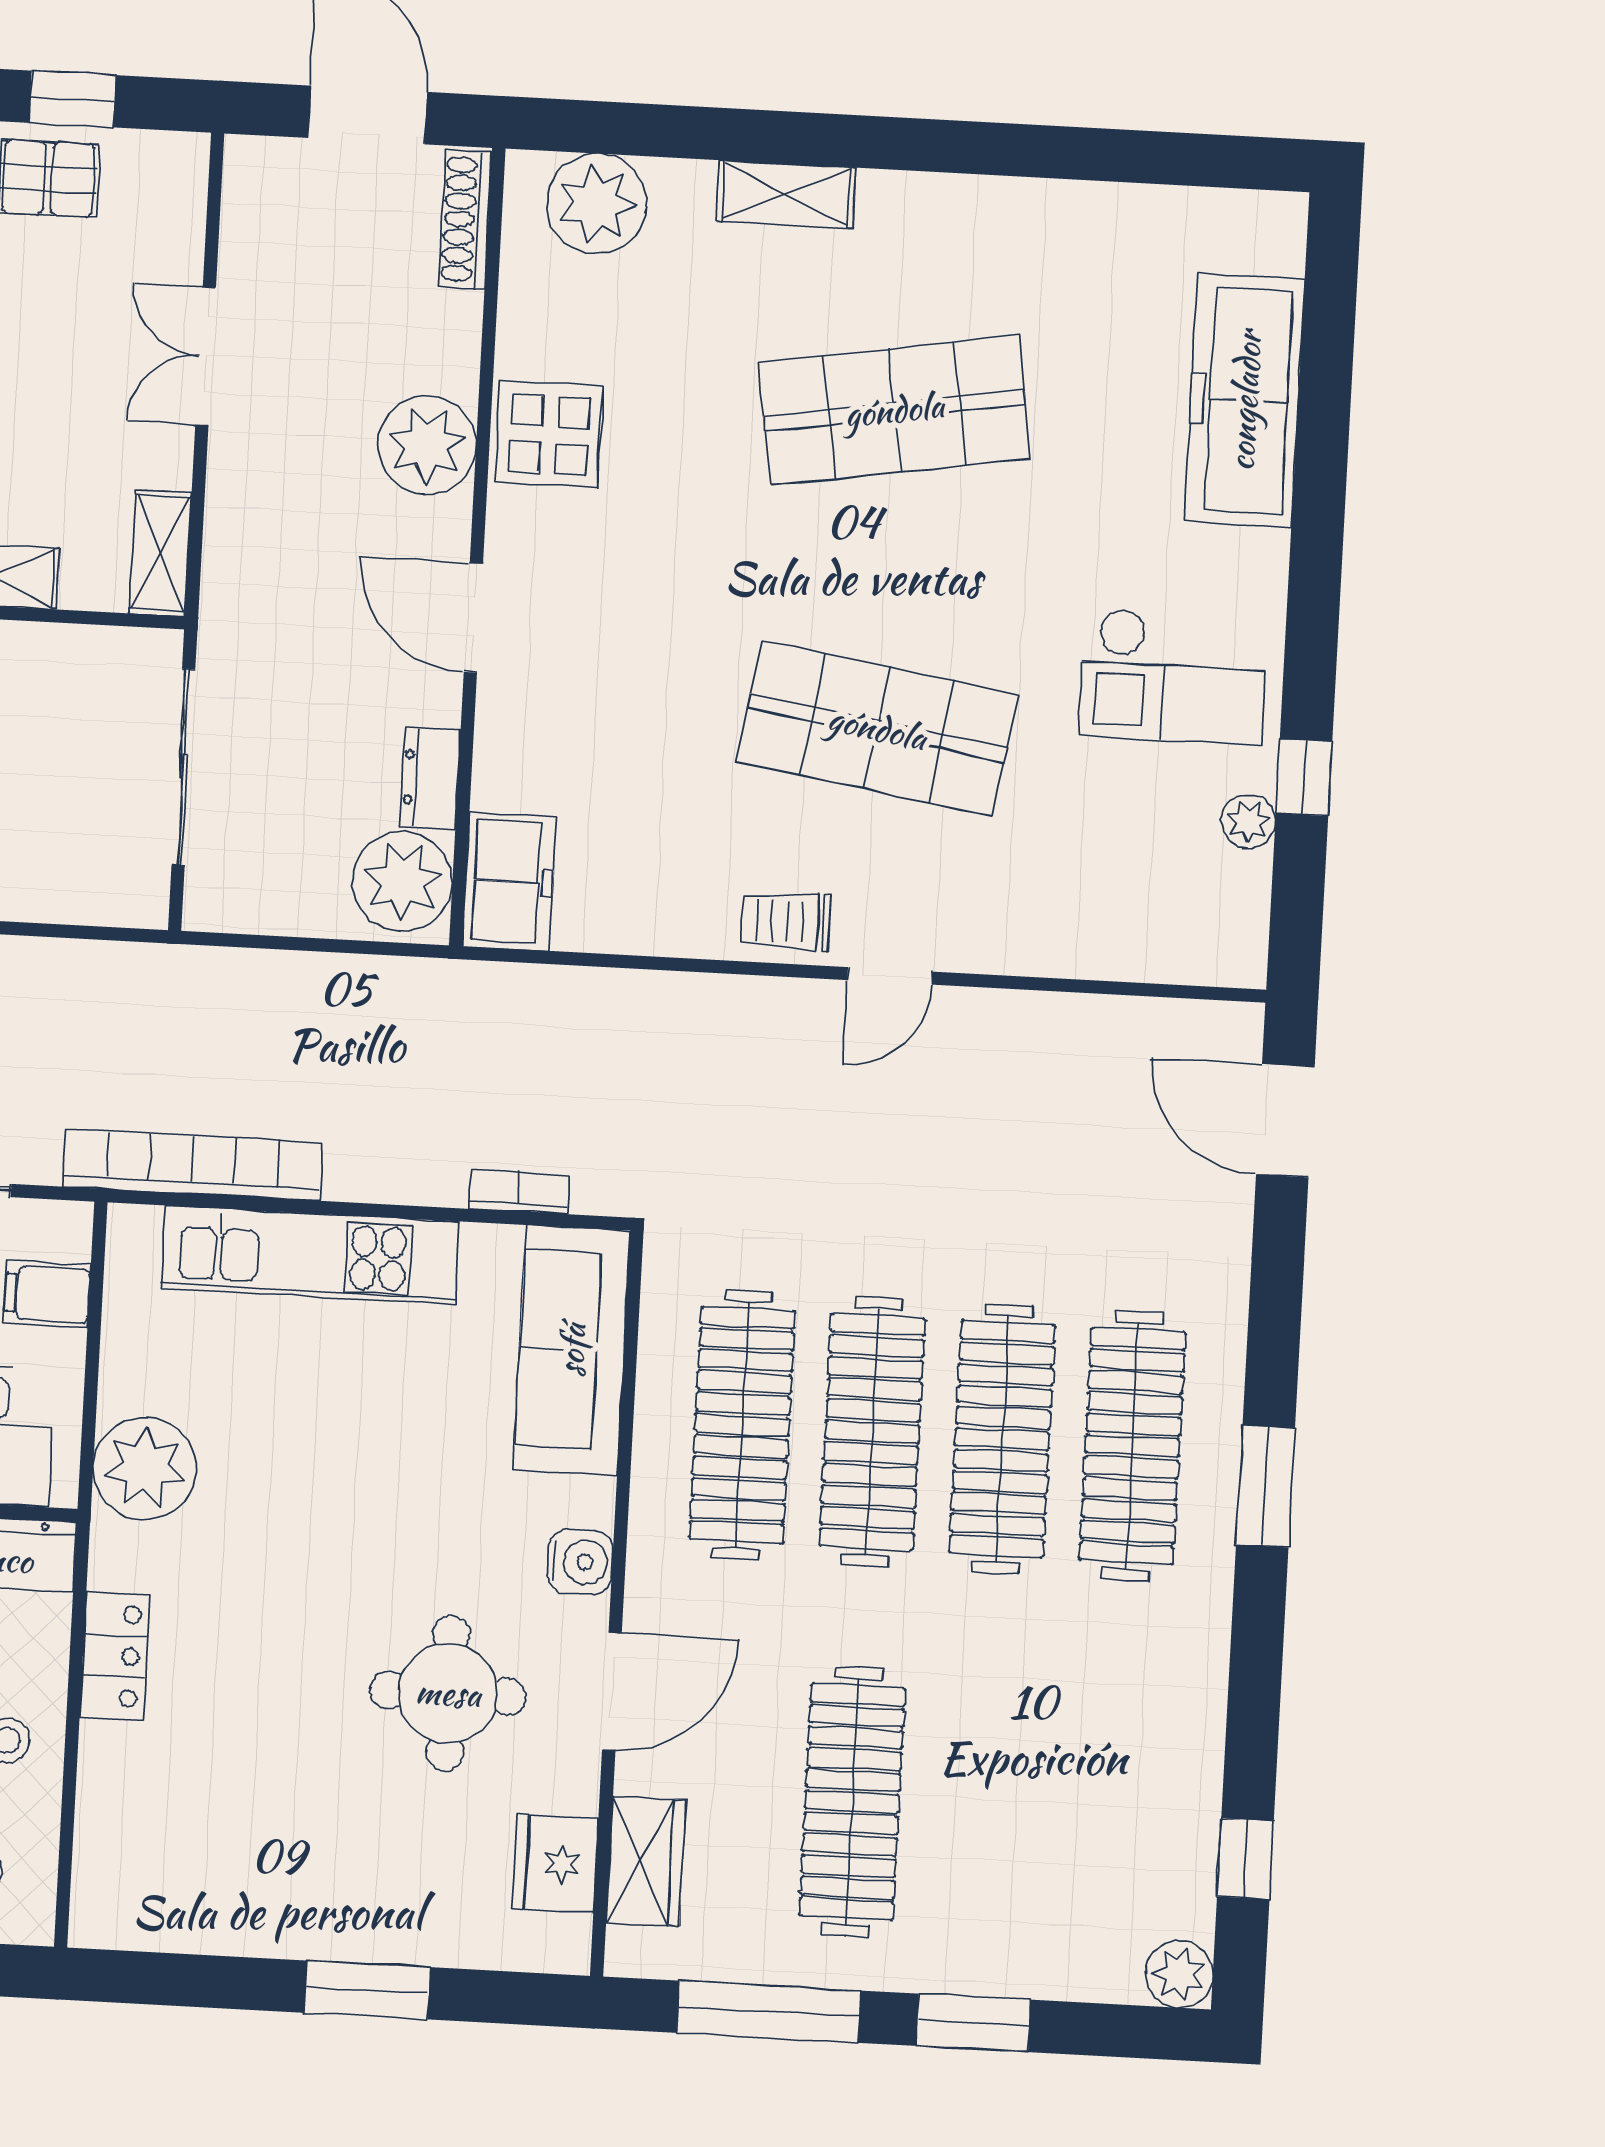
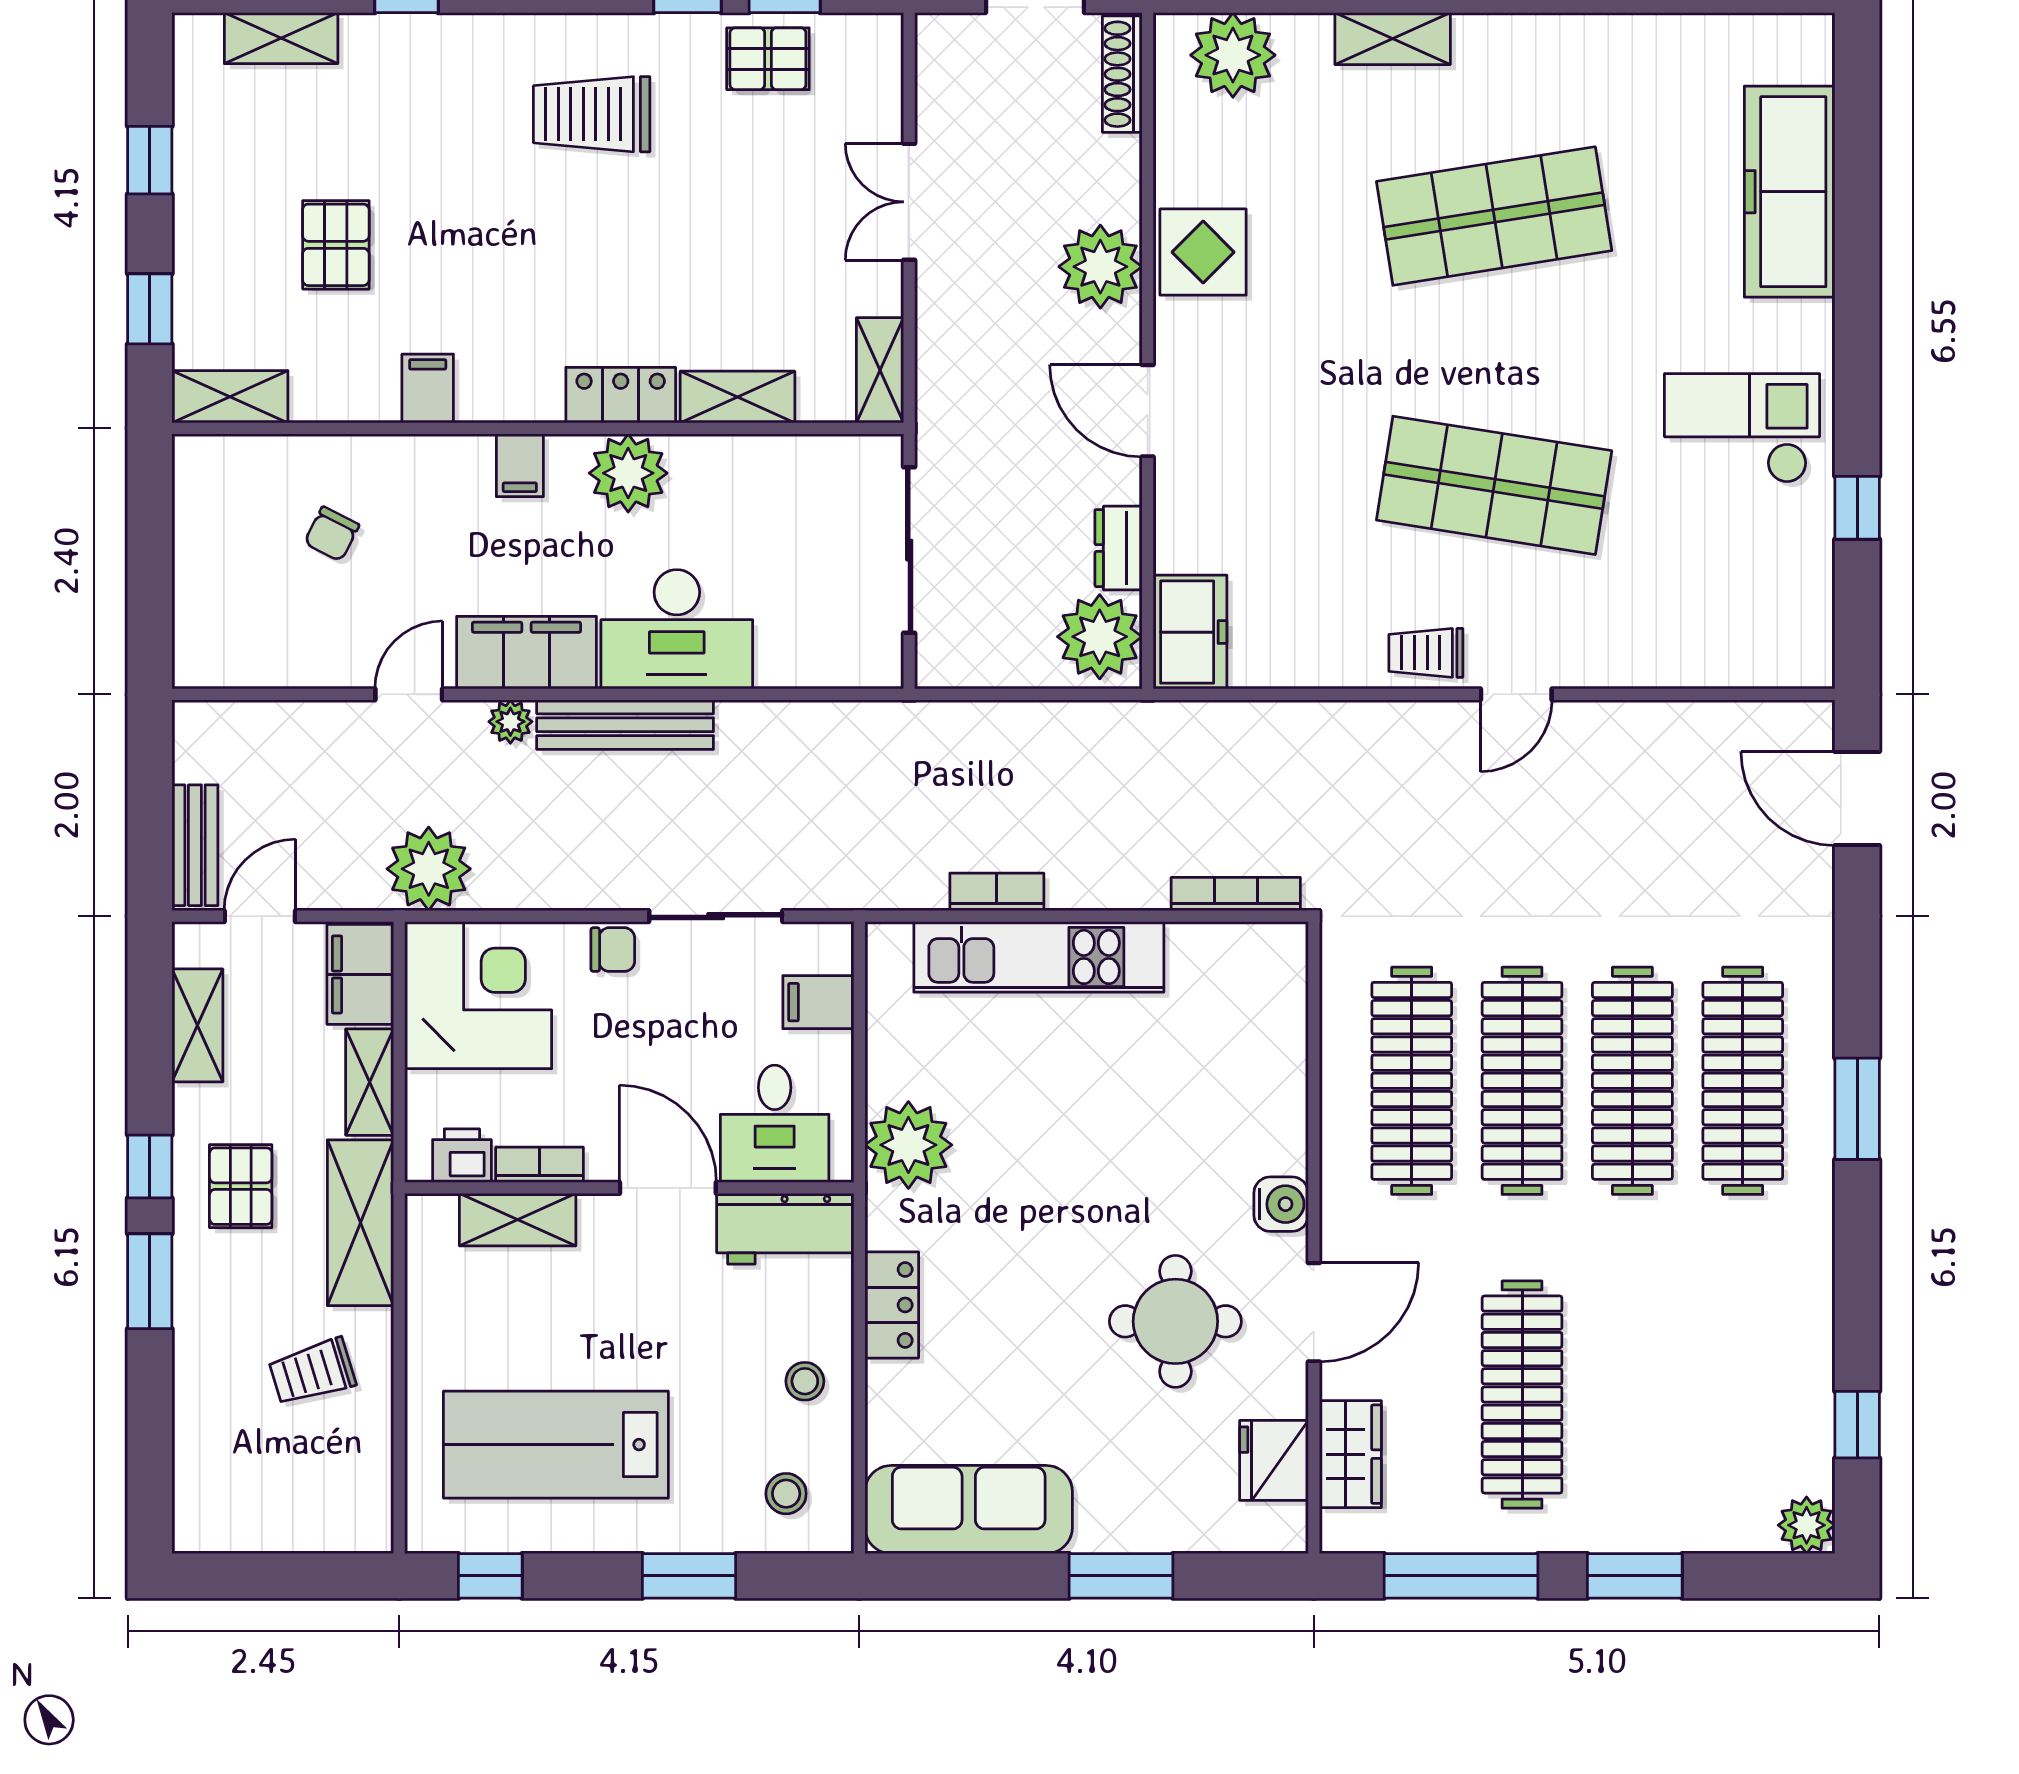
checkout: (1173, 676) -> (1742, 428), turned 180
plant: (1248, 821) -> (1812, 547), removed
bookcase: (193, 1165) -> (997, 892), width x0.43, depth x0.76
bookcase: (519, 1192) -> (1236, 894), width x1.56
sofa: (572, 1350) -> (969, 1510), moved, turned 90

